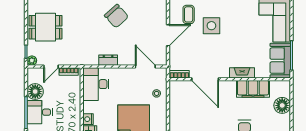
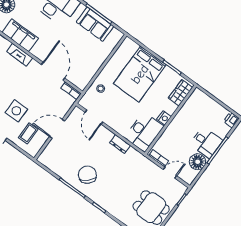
plant: (32, 61) -> (182, 189), removed
nightstand: (88, 119) -> (164, 118), moved

